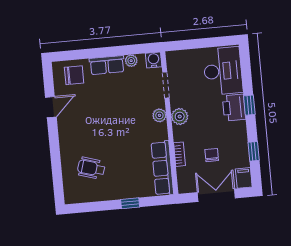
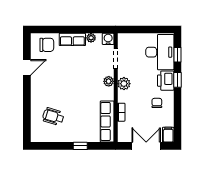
window: (254, 151) -> (177, 55), moved
chair: (212, 155) -> (157, 103), moved

